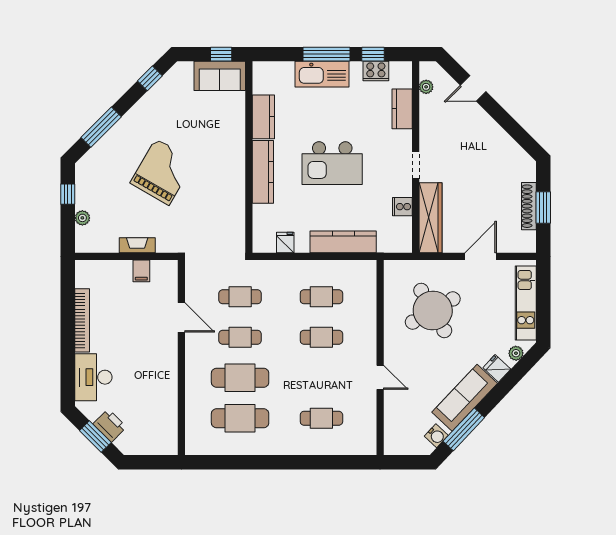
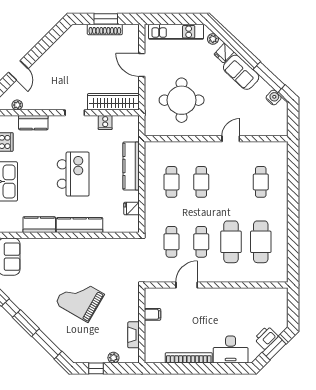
fireplace: (137, 245) -> (134, 335), moved
round table: (433, 311) -> (182, 100), turned 30
sofa: (465, 398) -> (241, 72), width x0.73

